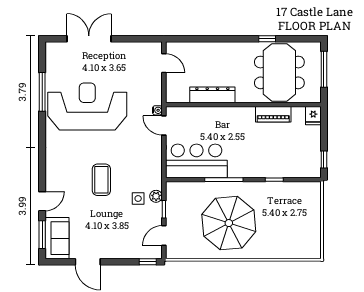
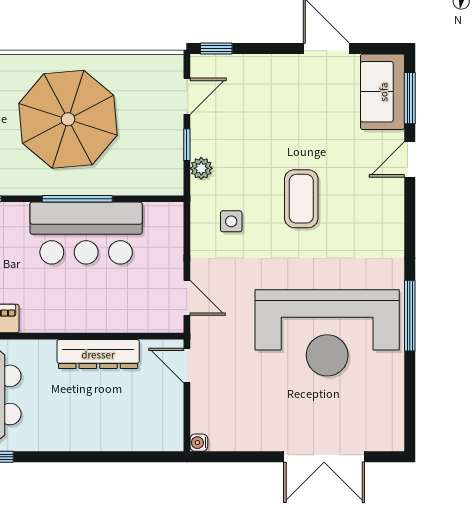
door: (164, 63) -> (187, 366), moved
window: (42, 92) -> (410, 316), moved
water cooler: (157, 110) -> (199, 443), moved
bar counter: (196, 161) -> (86, 233), moved
side table: (138, 198) -> (231, 221), moved

